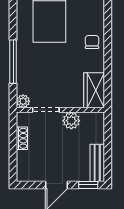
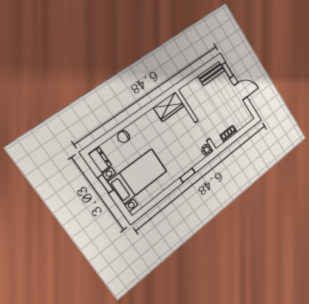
chair: (92, 42) -> (123, 137), moved
window: (13, 62) -> (188, 175), width x0.46
plant: (71, 121) -> (198, 109), removed

